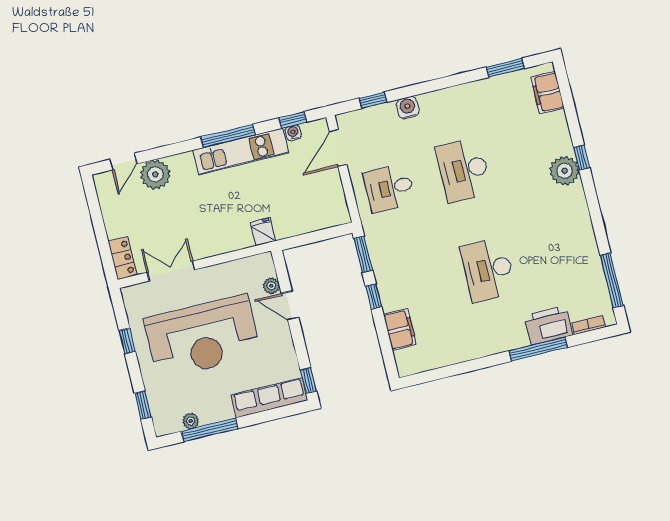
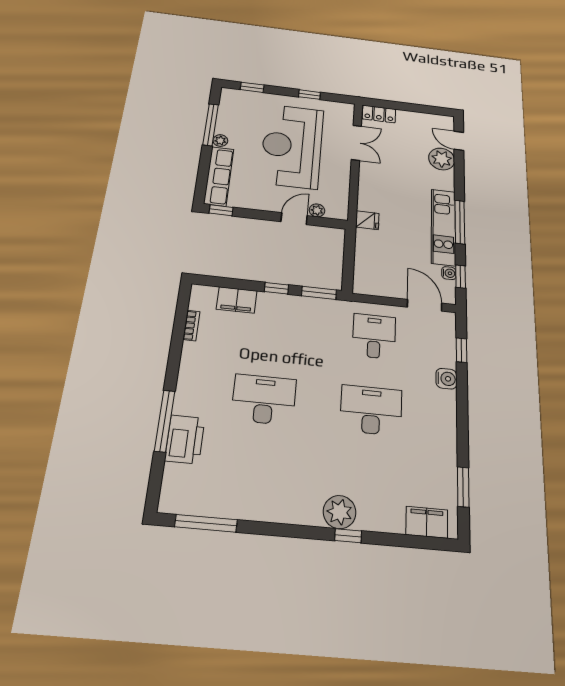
bookcase: (588, 325) -> (191, 325), moved
plant: (191, 421) -> (220, 141), moved

